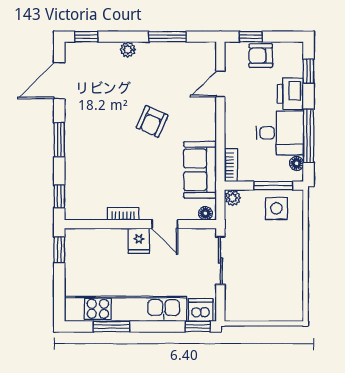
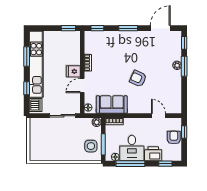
window: (167, 37) -> (184, 66), moved
door: (59, 81) -> (160, 28), hinge flipped
window: (198, 326) -> (27, 88), moved

